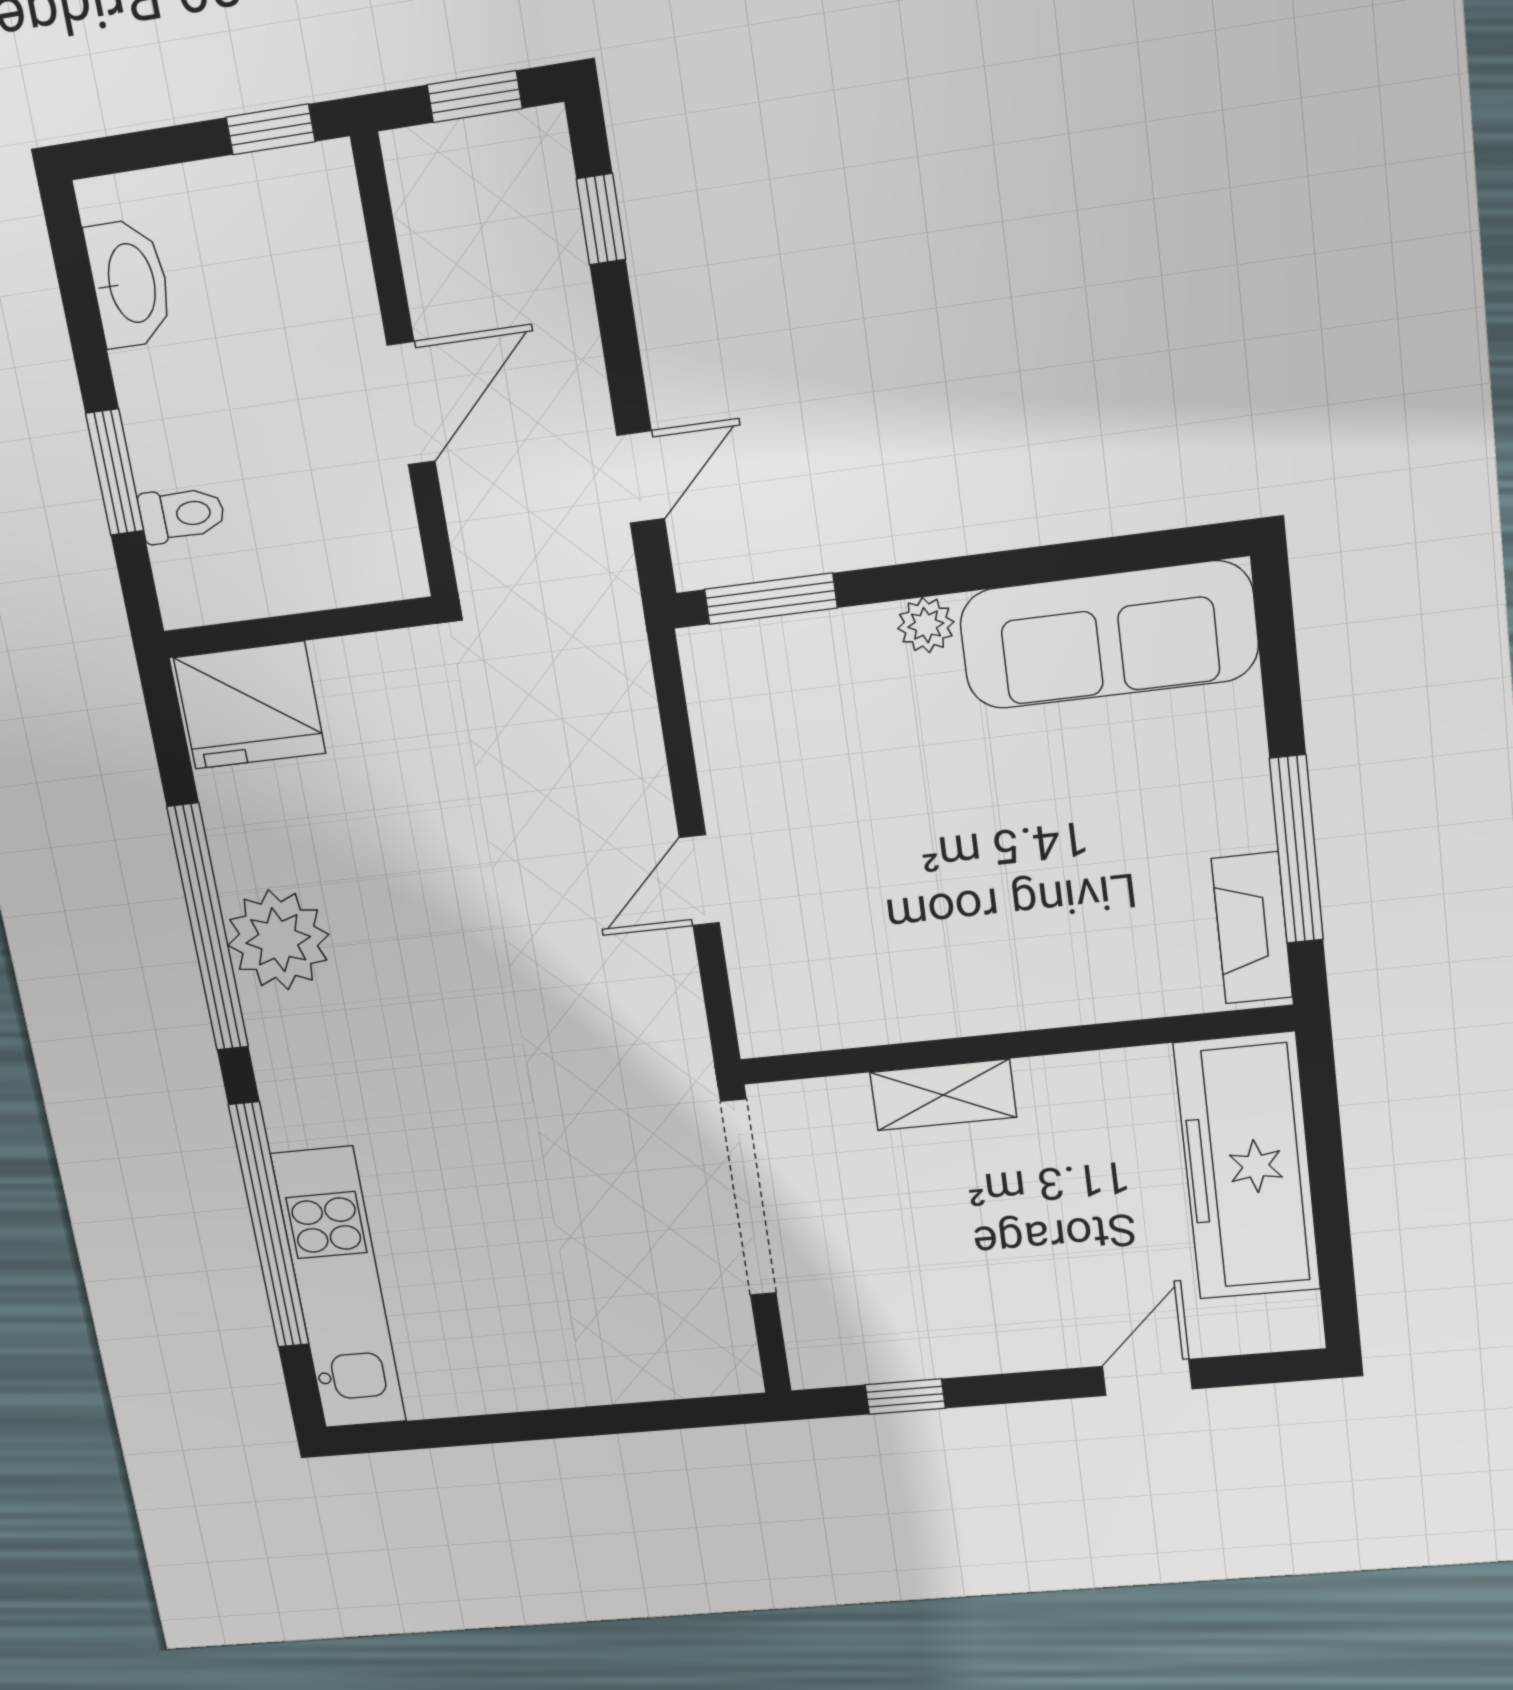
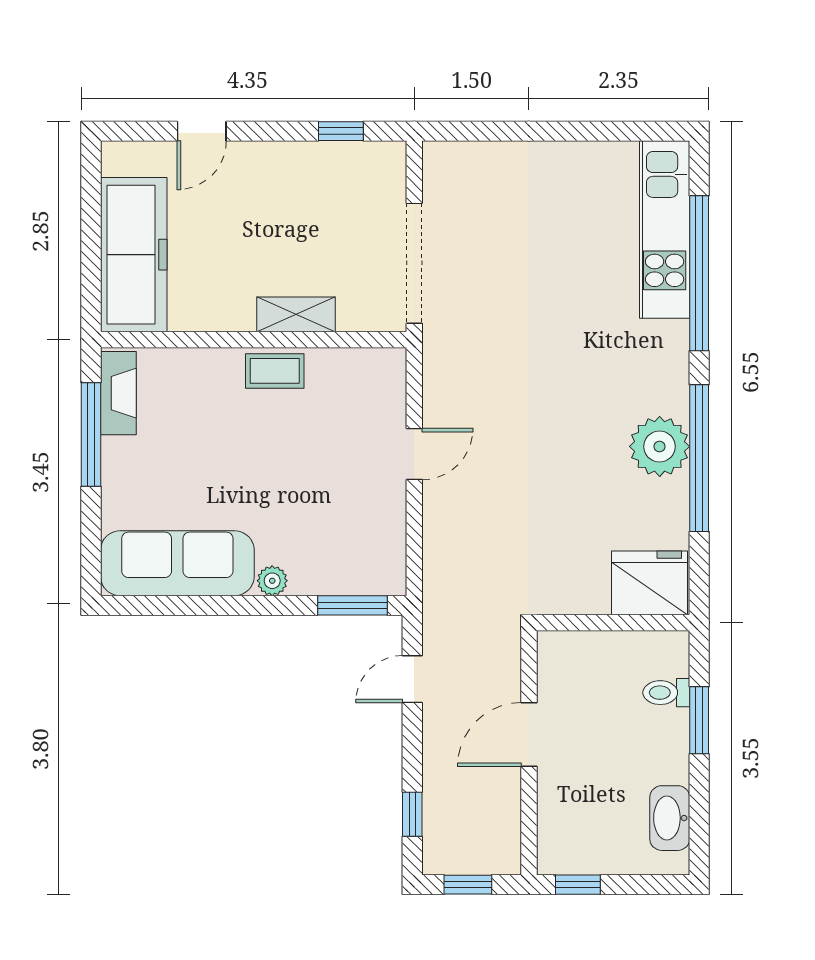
coffee table: (969, 996) -> (275, 371), added

